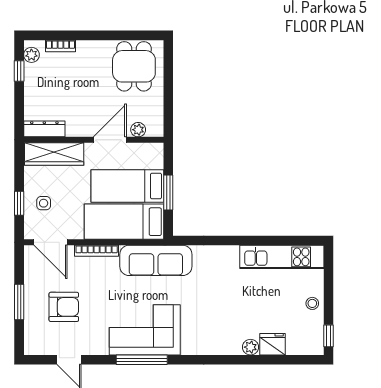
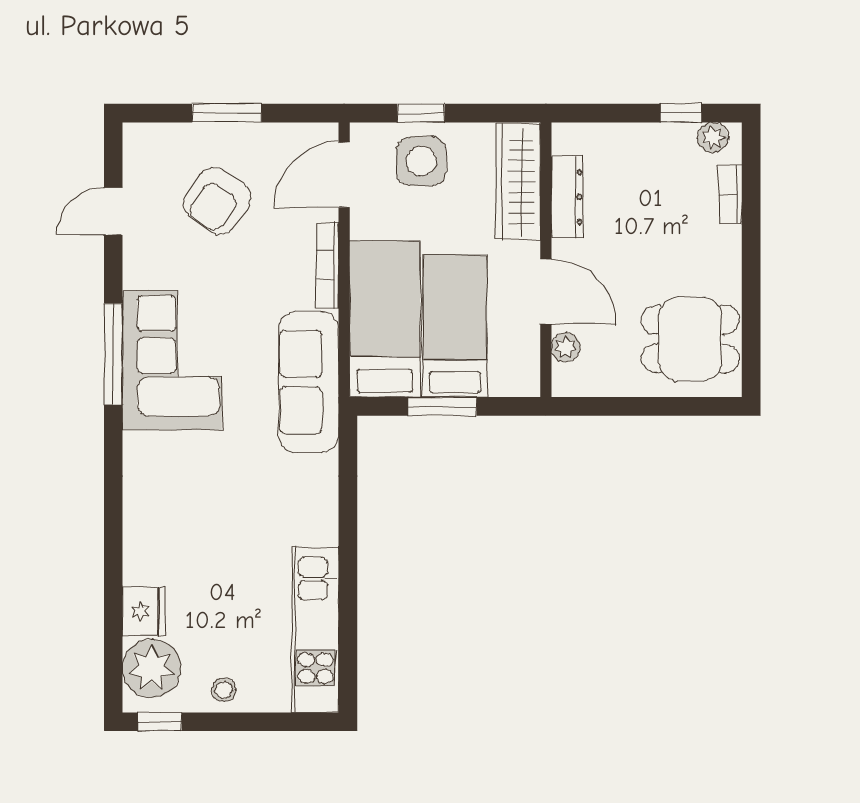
dresser: (44, 129) -> (567, 197), moved
side table: (44, 203) -> (421, 161), width x1.87, depth x1.87
armchair: (64, 307) -> (217, 201), turned 35
plant: (251, 347) -> (152, 668), moved, width x1.88, depth x1.88

